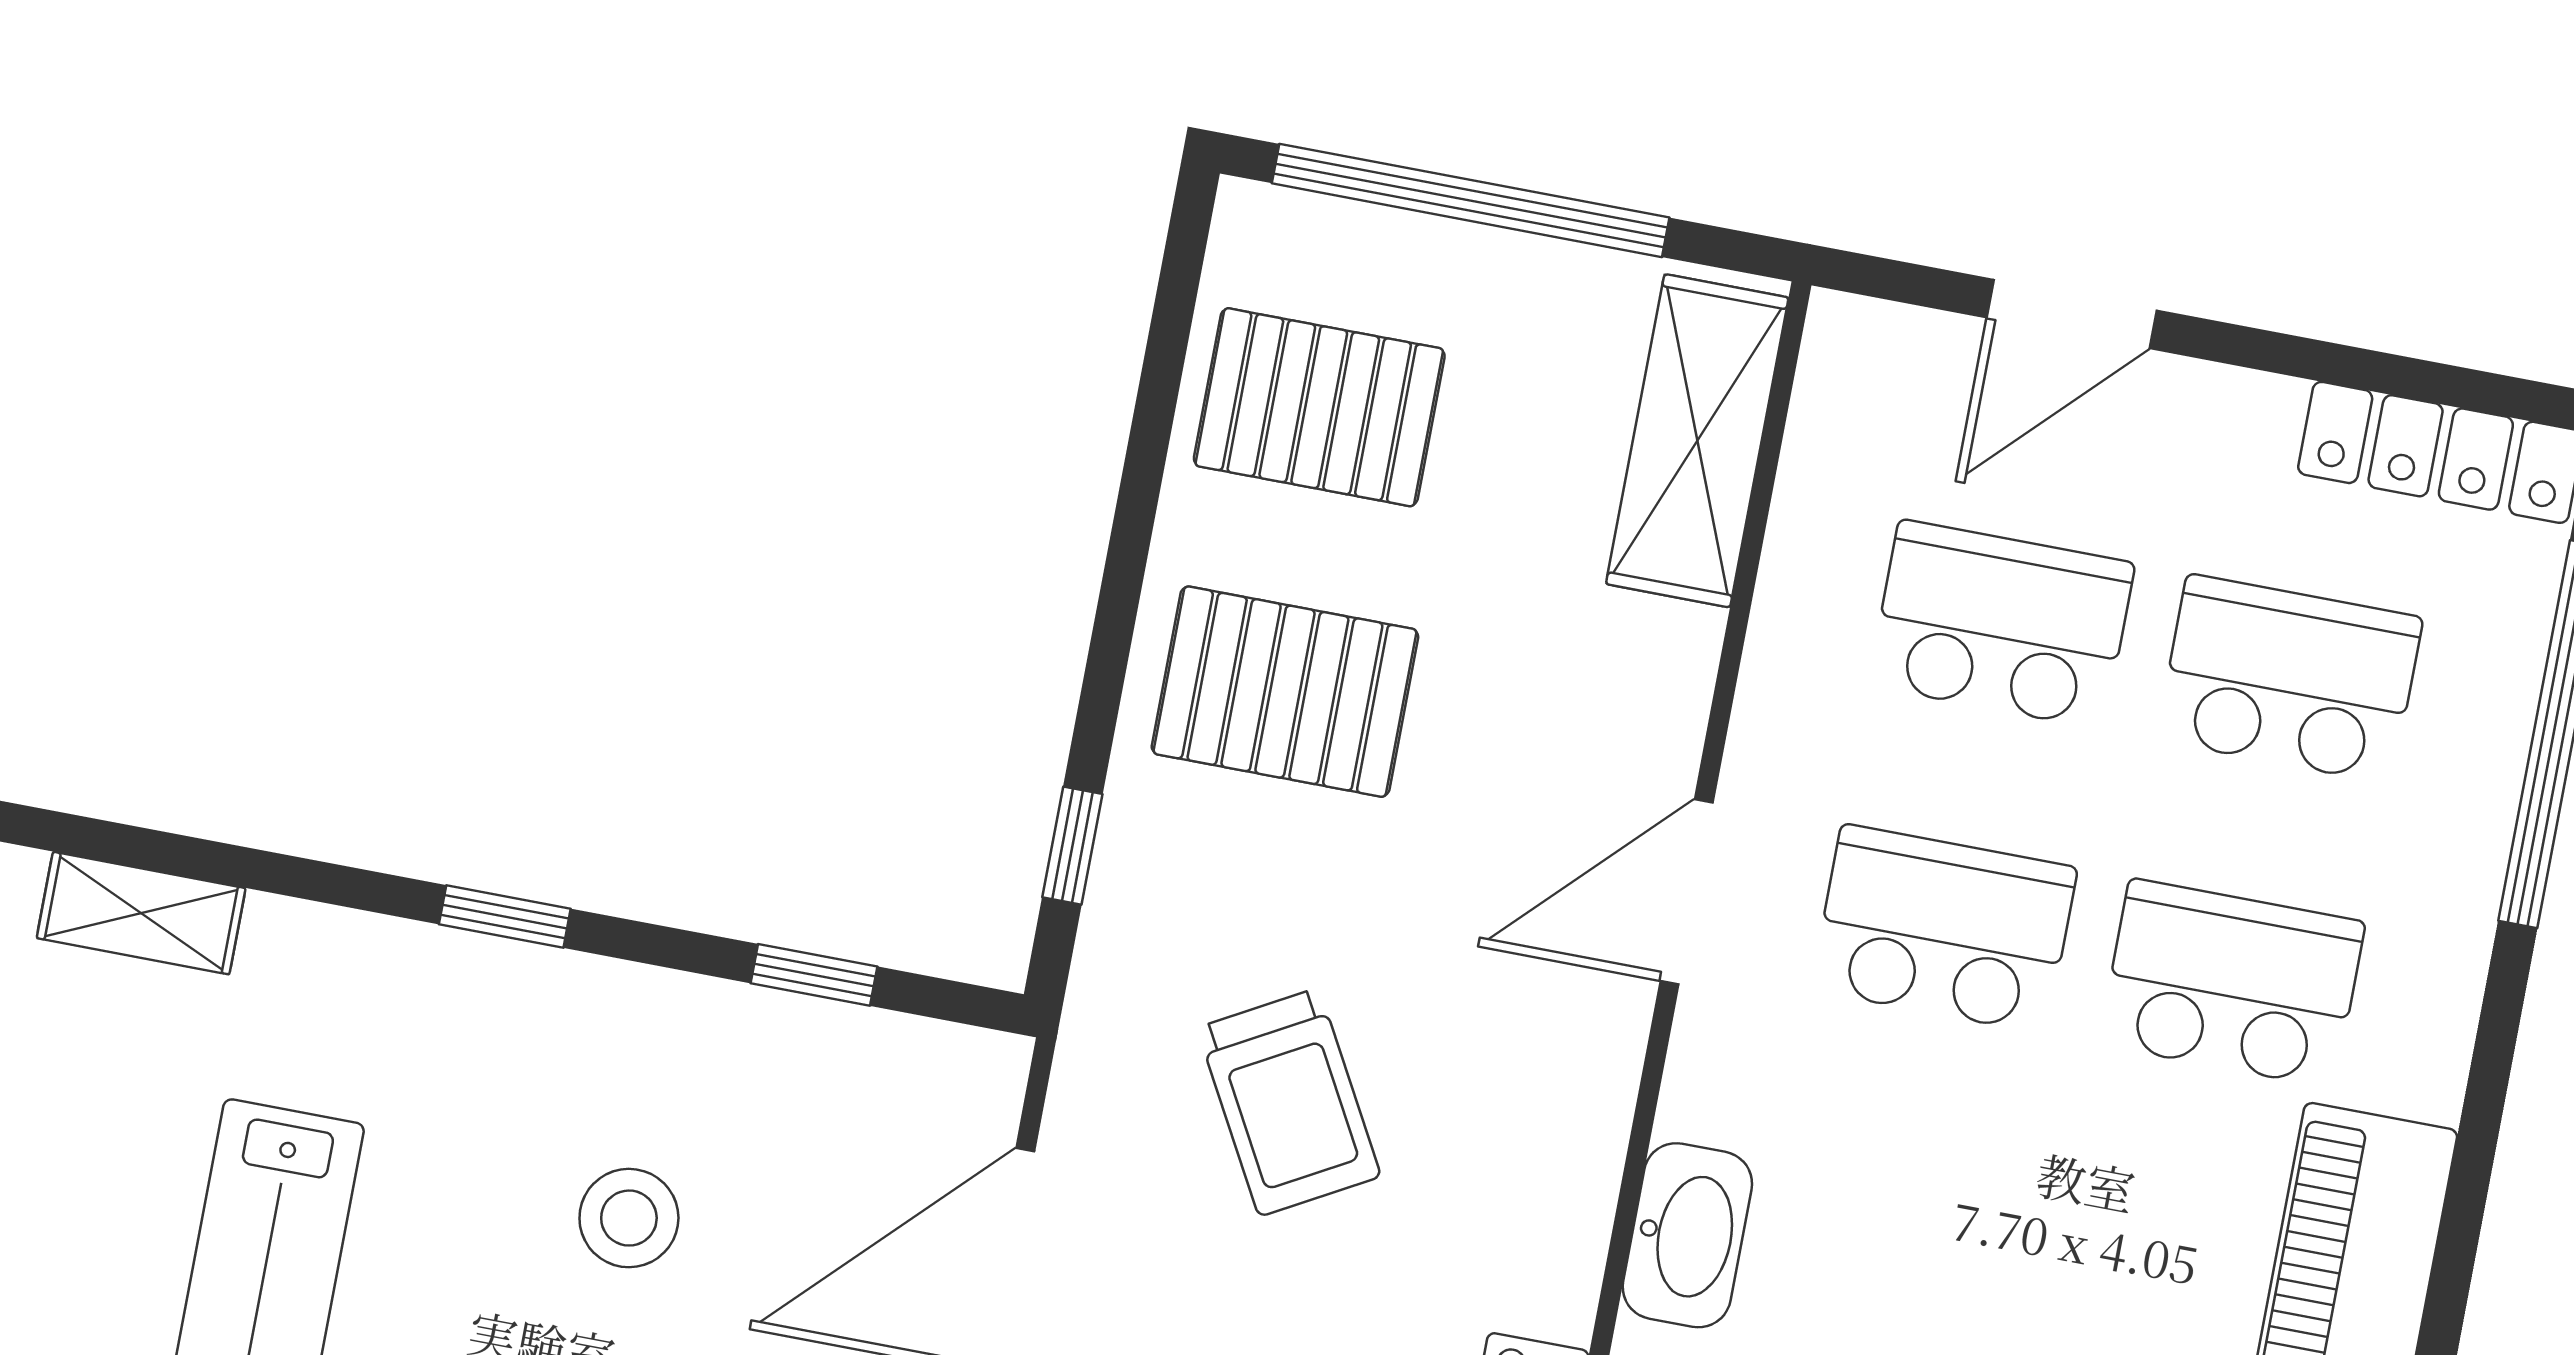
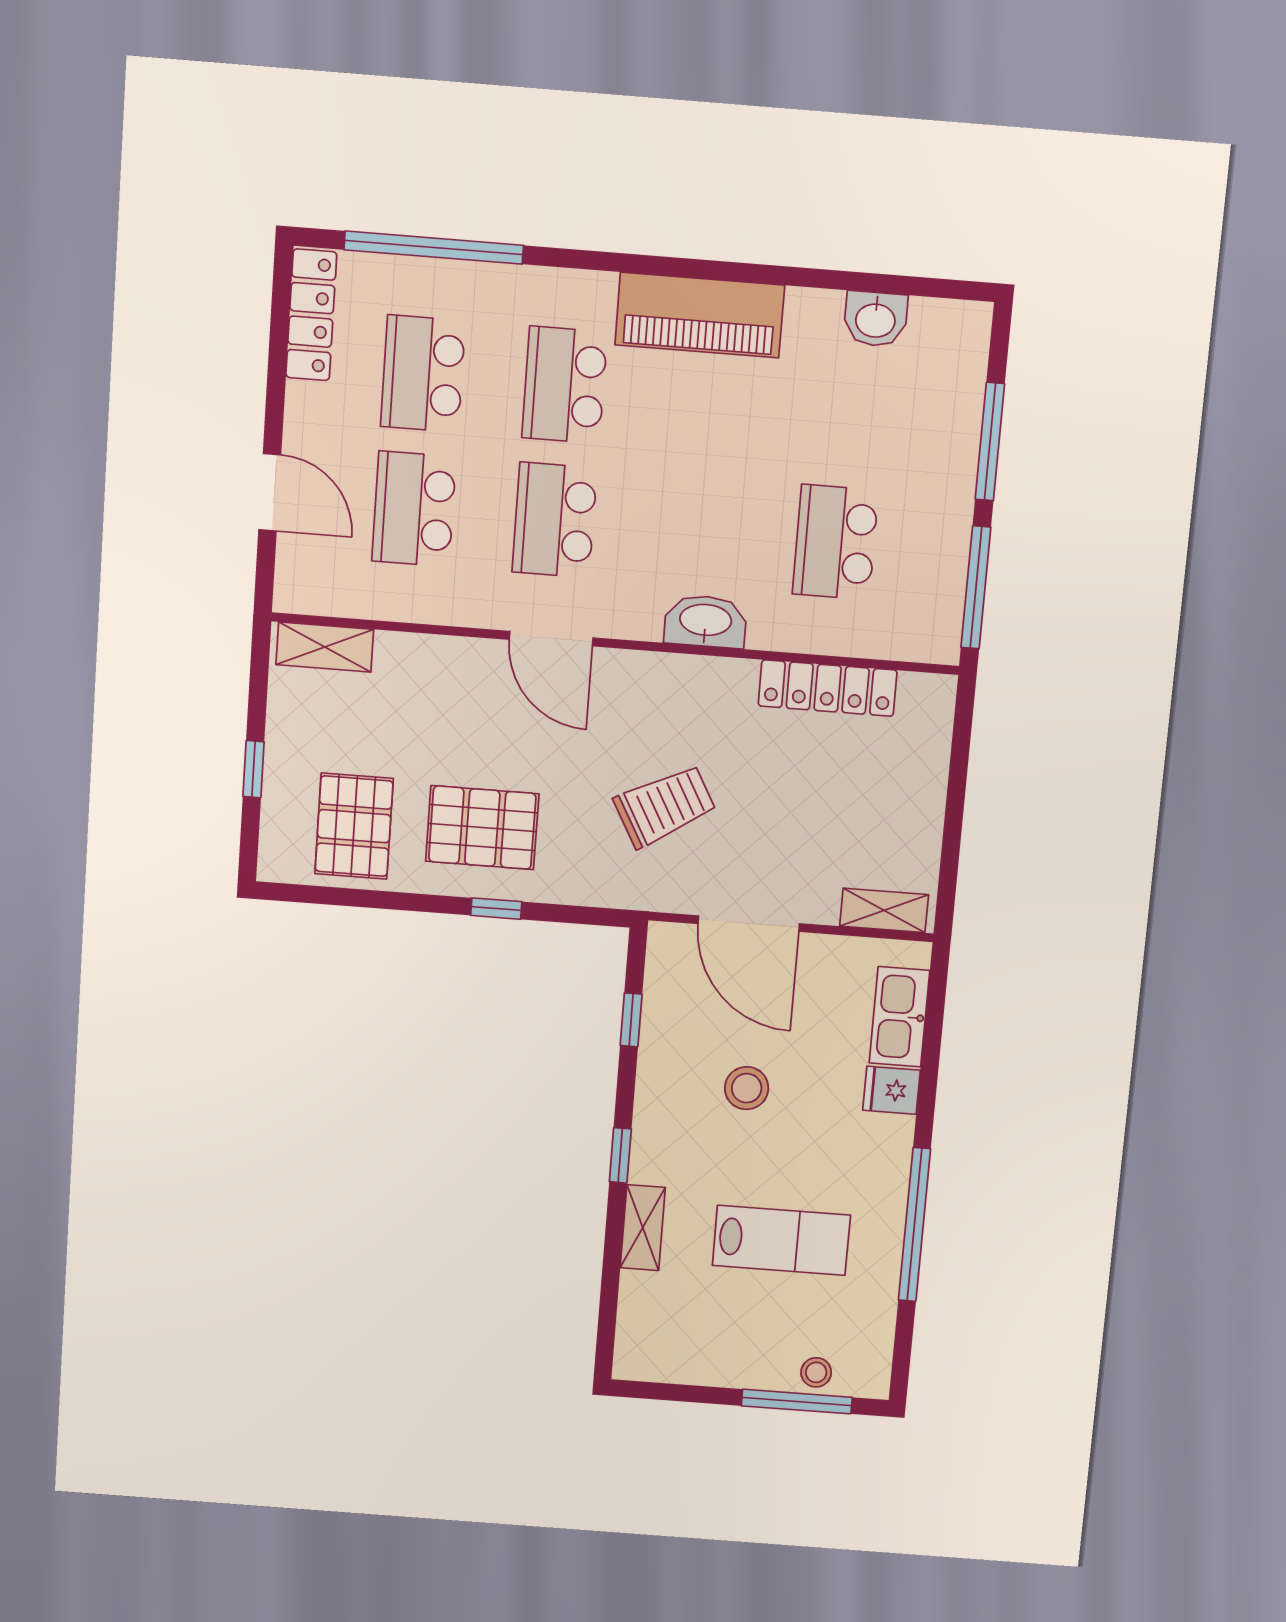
window: (1471, 200) -> (254, 769), width x0.32
shelving: (1697, 441) -> (325, 647), width x0.67, depth x0.75
pallet: (1285, 692) -> (482, 828), turned 90
window: (1072, 846) -> (496, 909), moved
shelving: (141, 913) -> (643, 1228), moved

